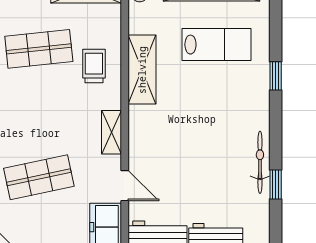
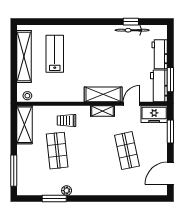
shelving: (142, 70) -> (103, 94), moved
window: (276, 76) -> (72, 22), removed
bicycle: (260, 162) -> (132, 30), moved

